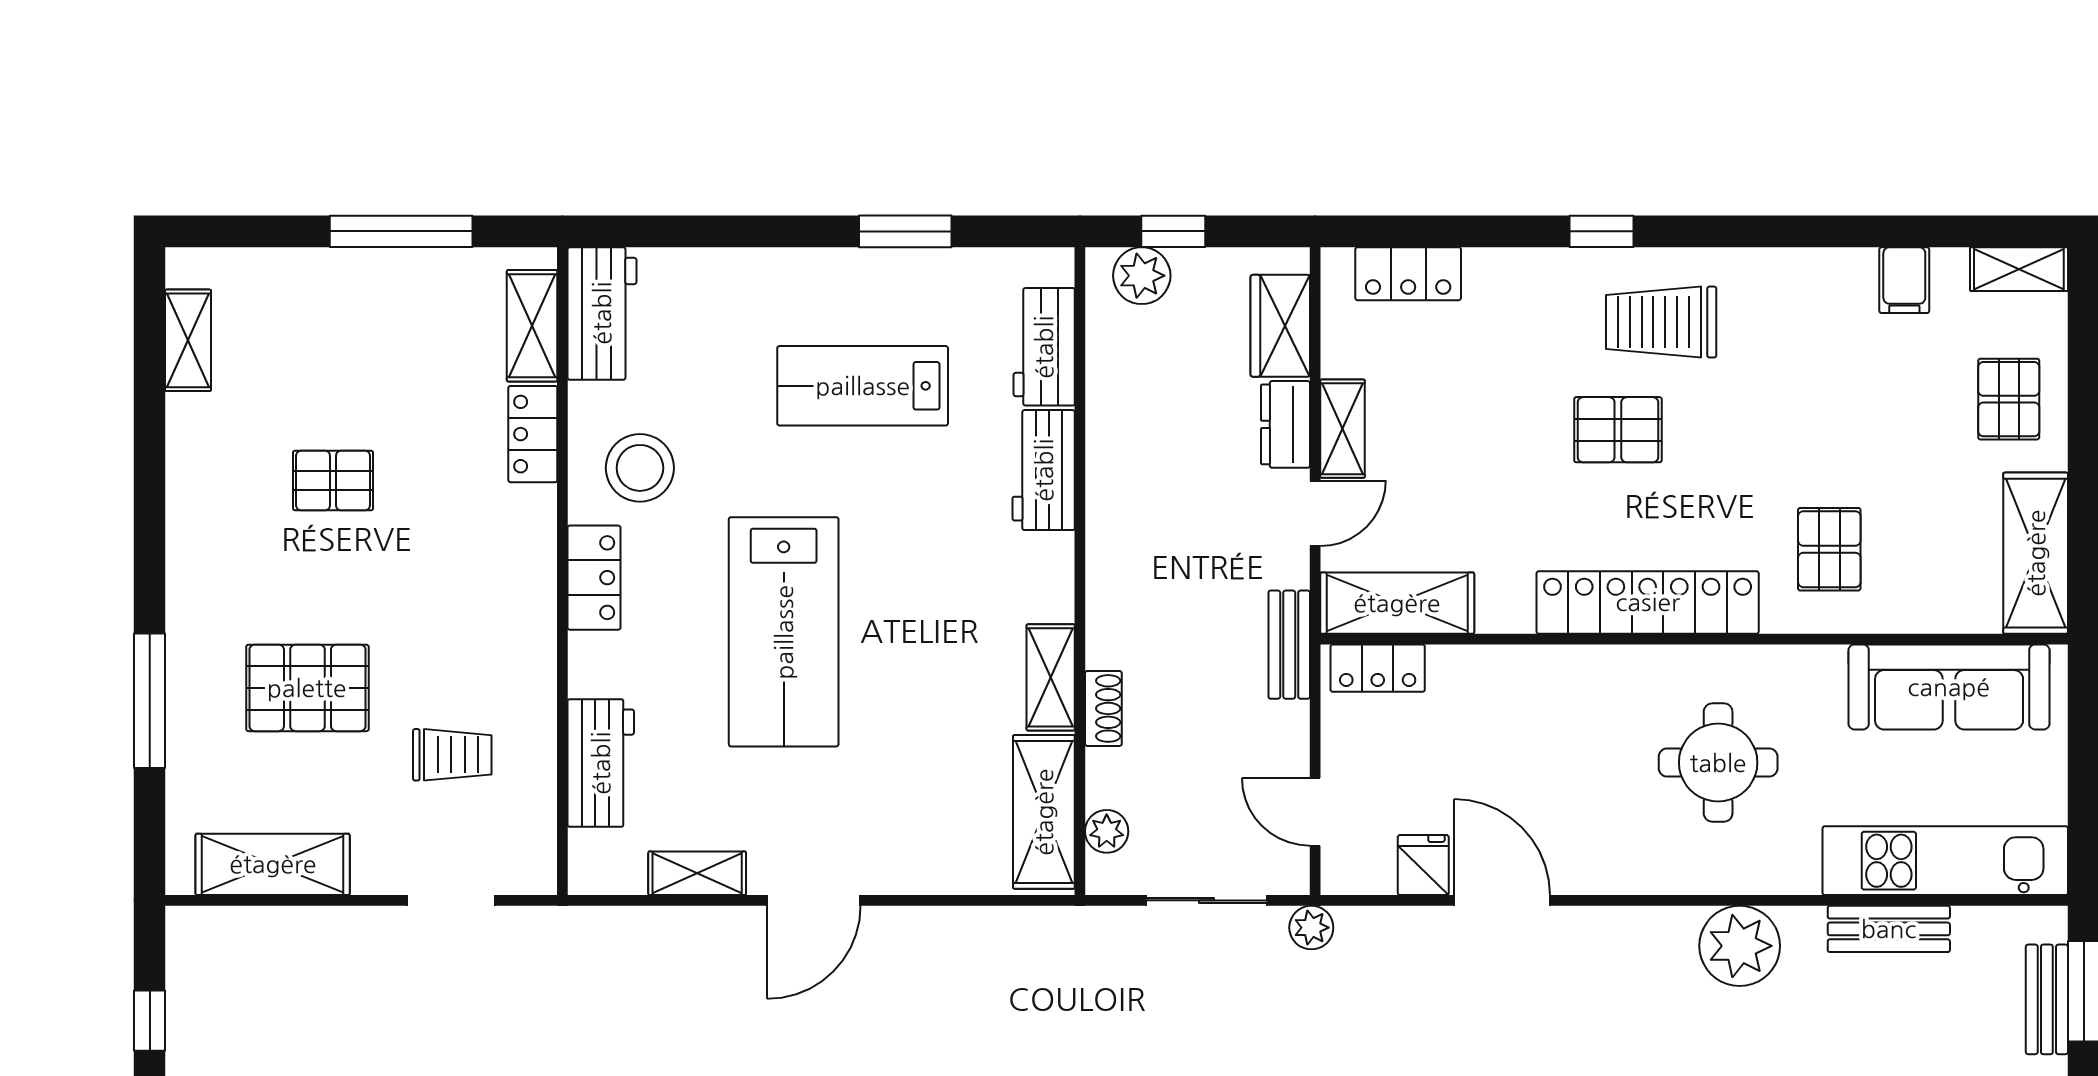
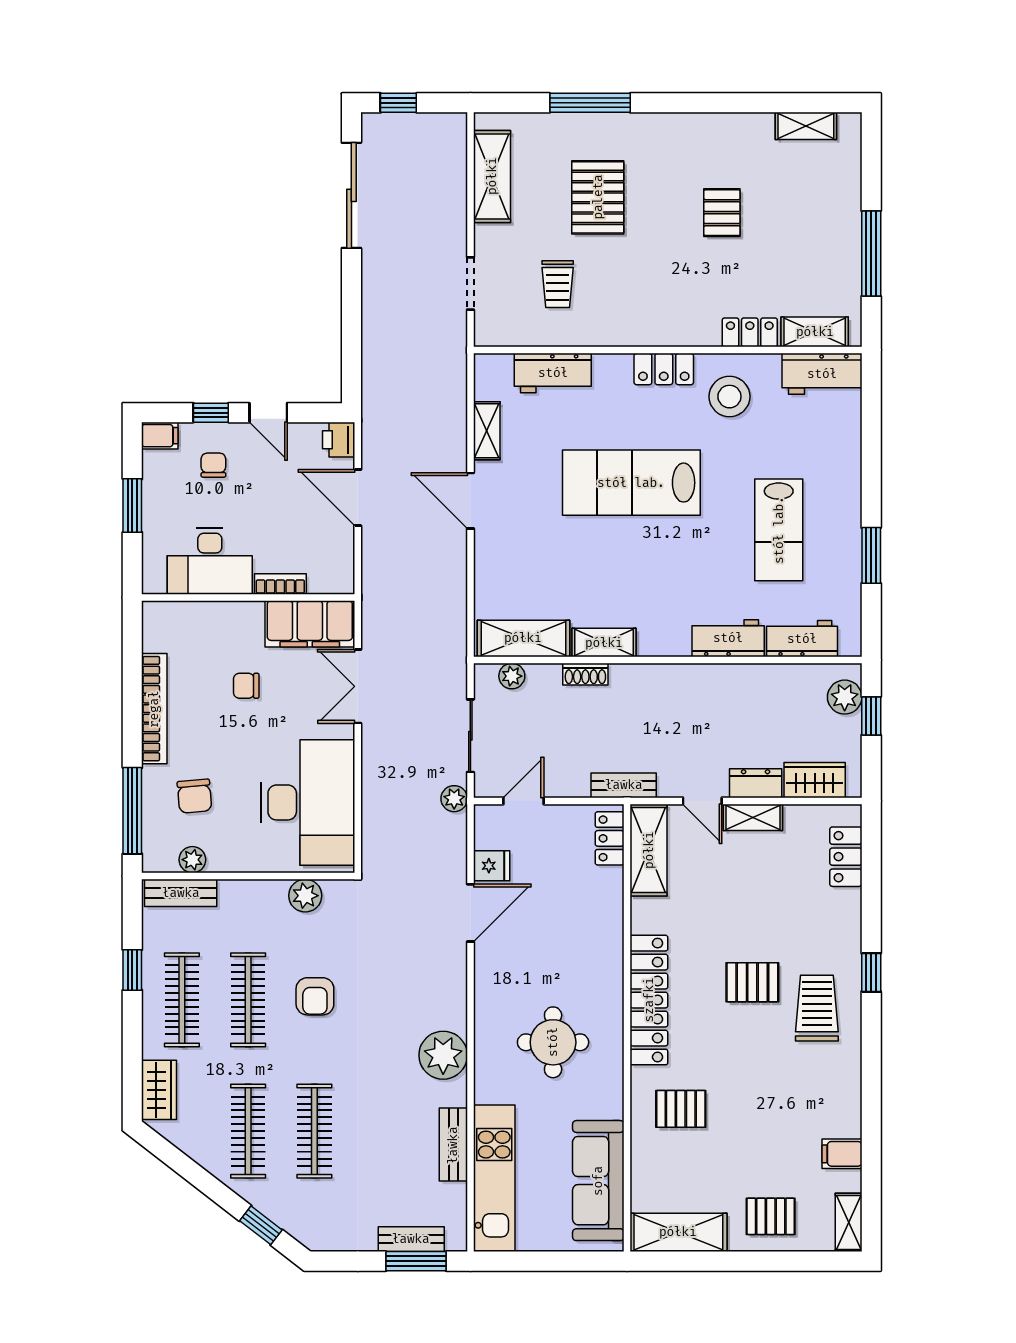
lab bench: (863, 386) -> (779, 530), turned 180
pallet: (1618, 430) -> (752, 982), turned 90

